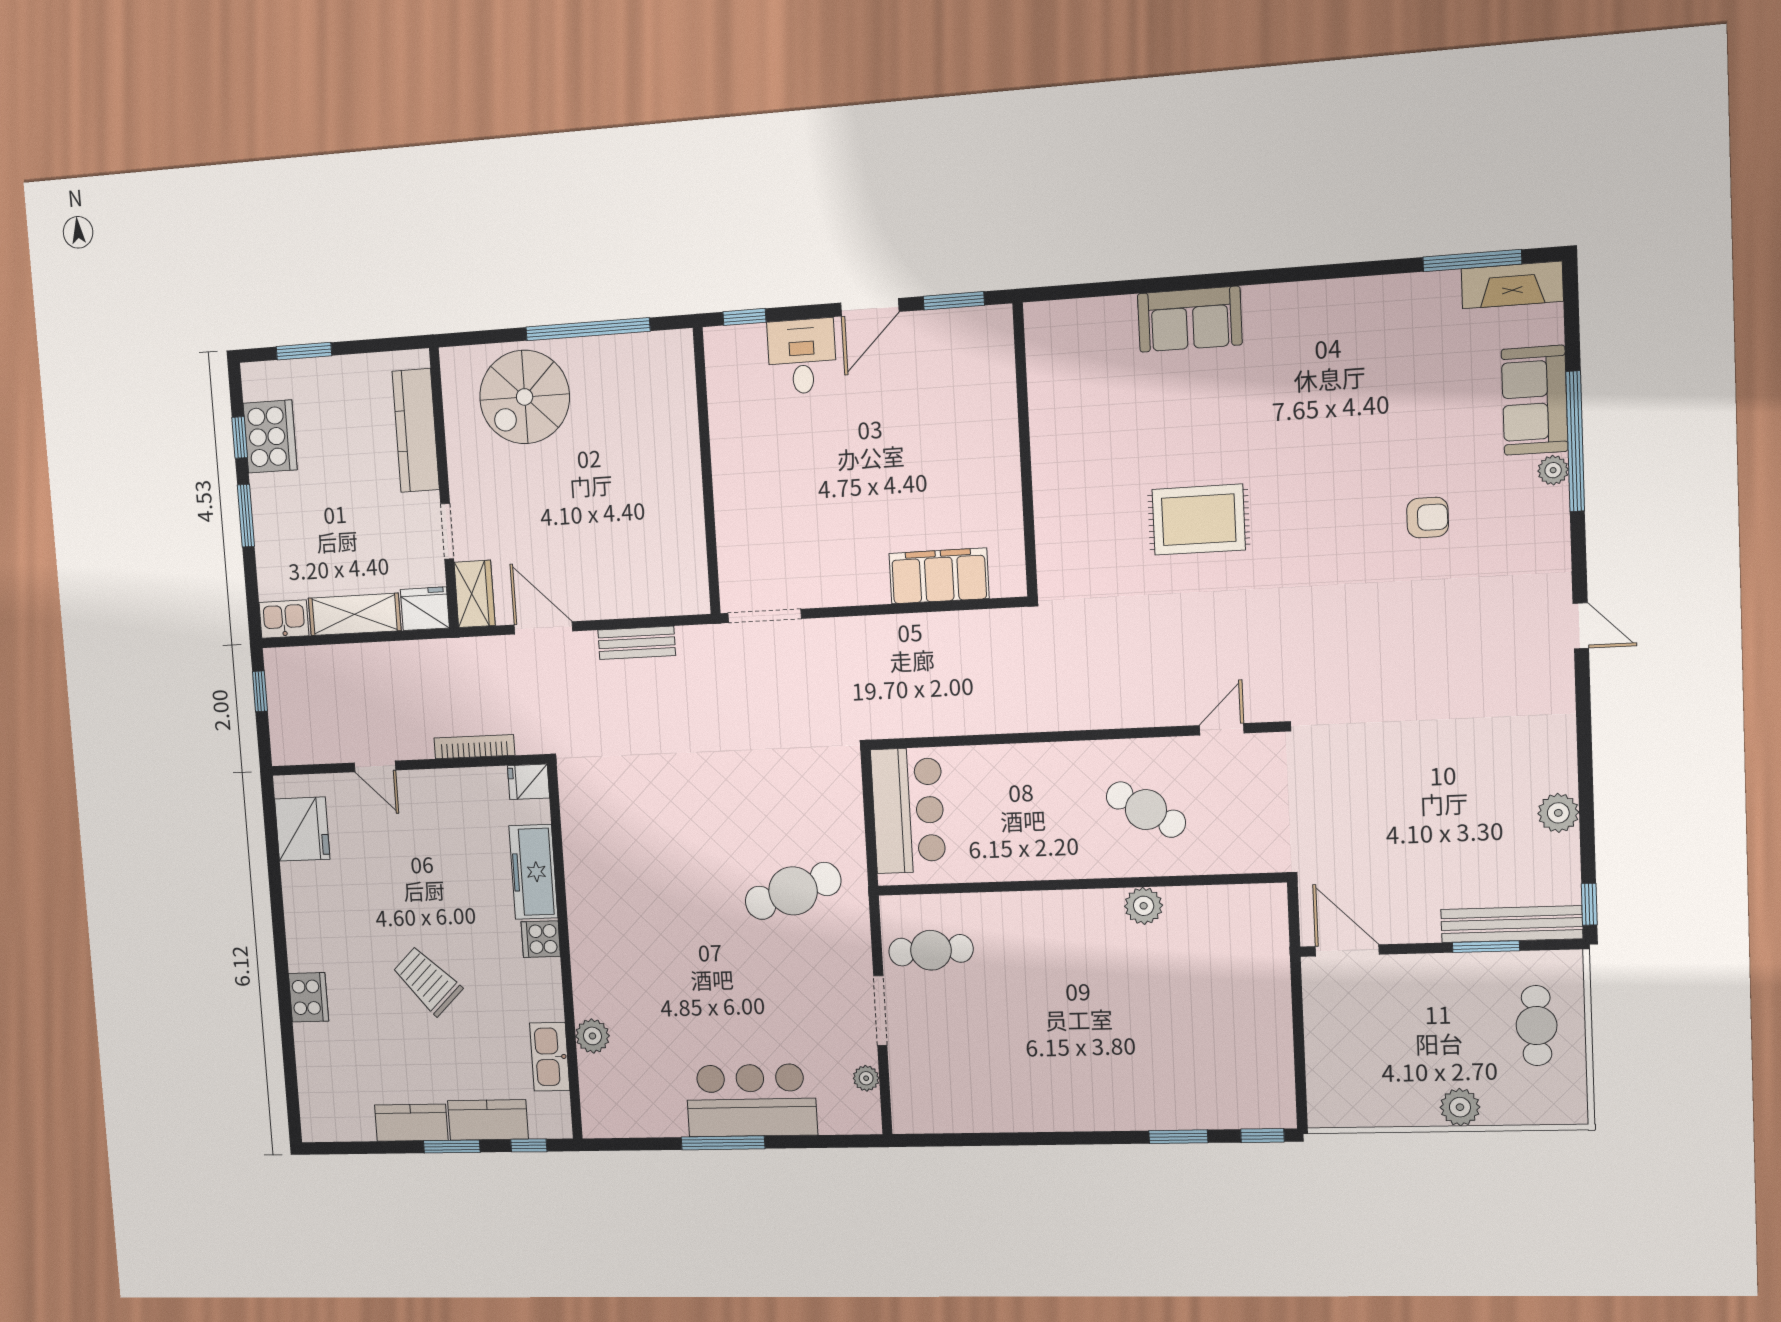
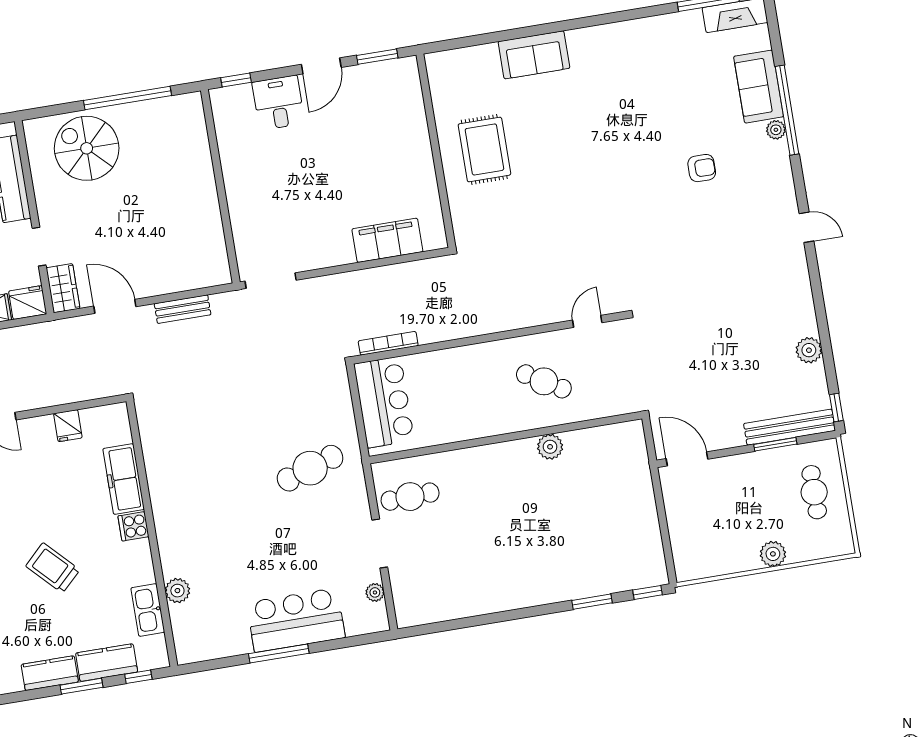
spiral stairs: (525, 397) -> (87, 148), turned 90
rug: (1199, 520) -> (484, 149), moved, turned 90
bookcase: (474, 747) -> (388, 343), moved
fridge: (528, 782) -> (68, 426), moved, turned -90

